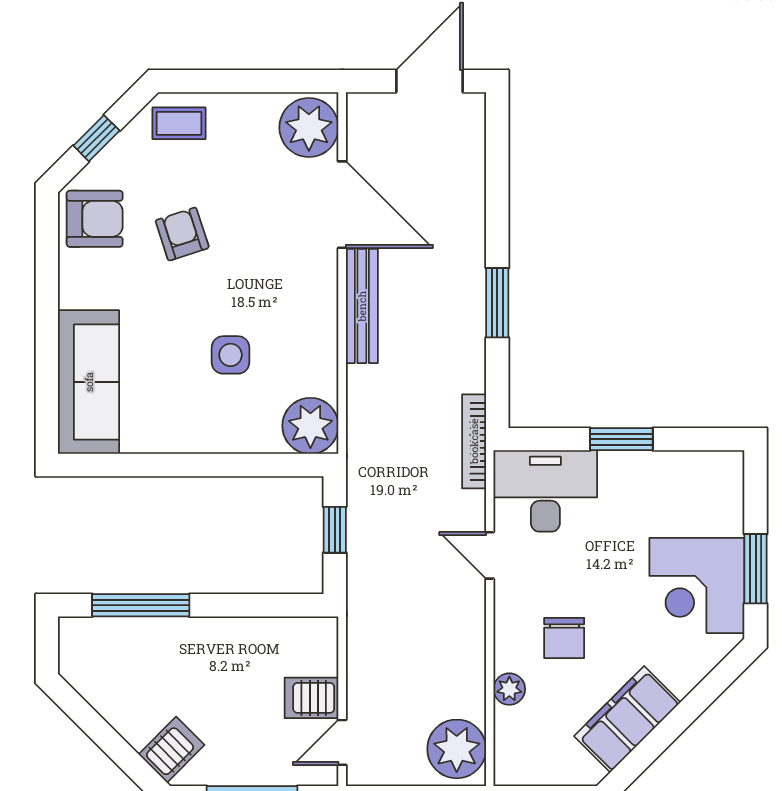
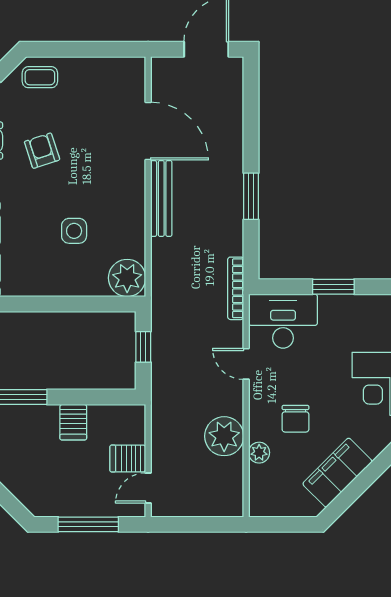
plant: (309, 128) -> (126, 80), removed
plant: (457, 749) -> (224, 436), moved
server rack: (172, 750) -> (73, 422), moved, turned 135

